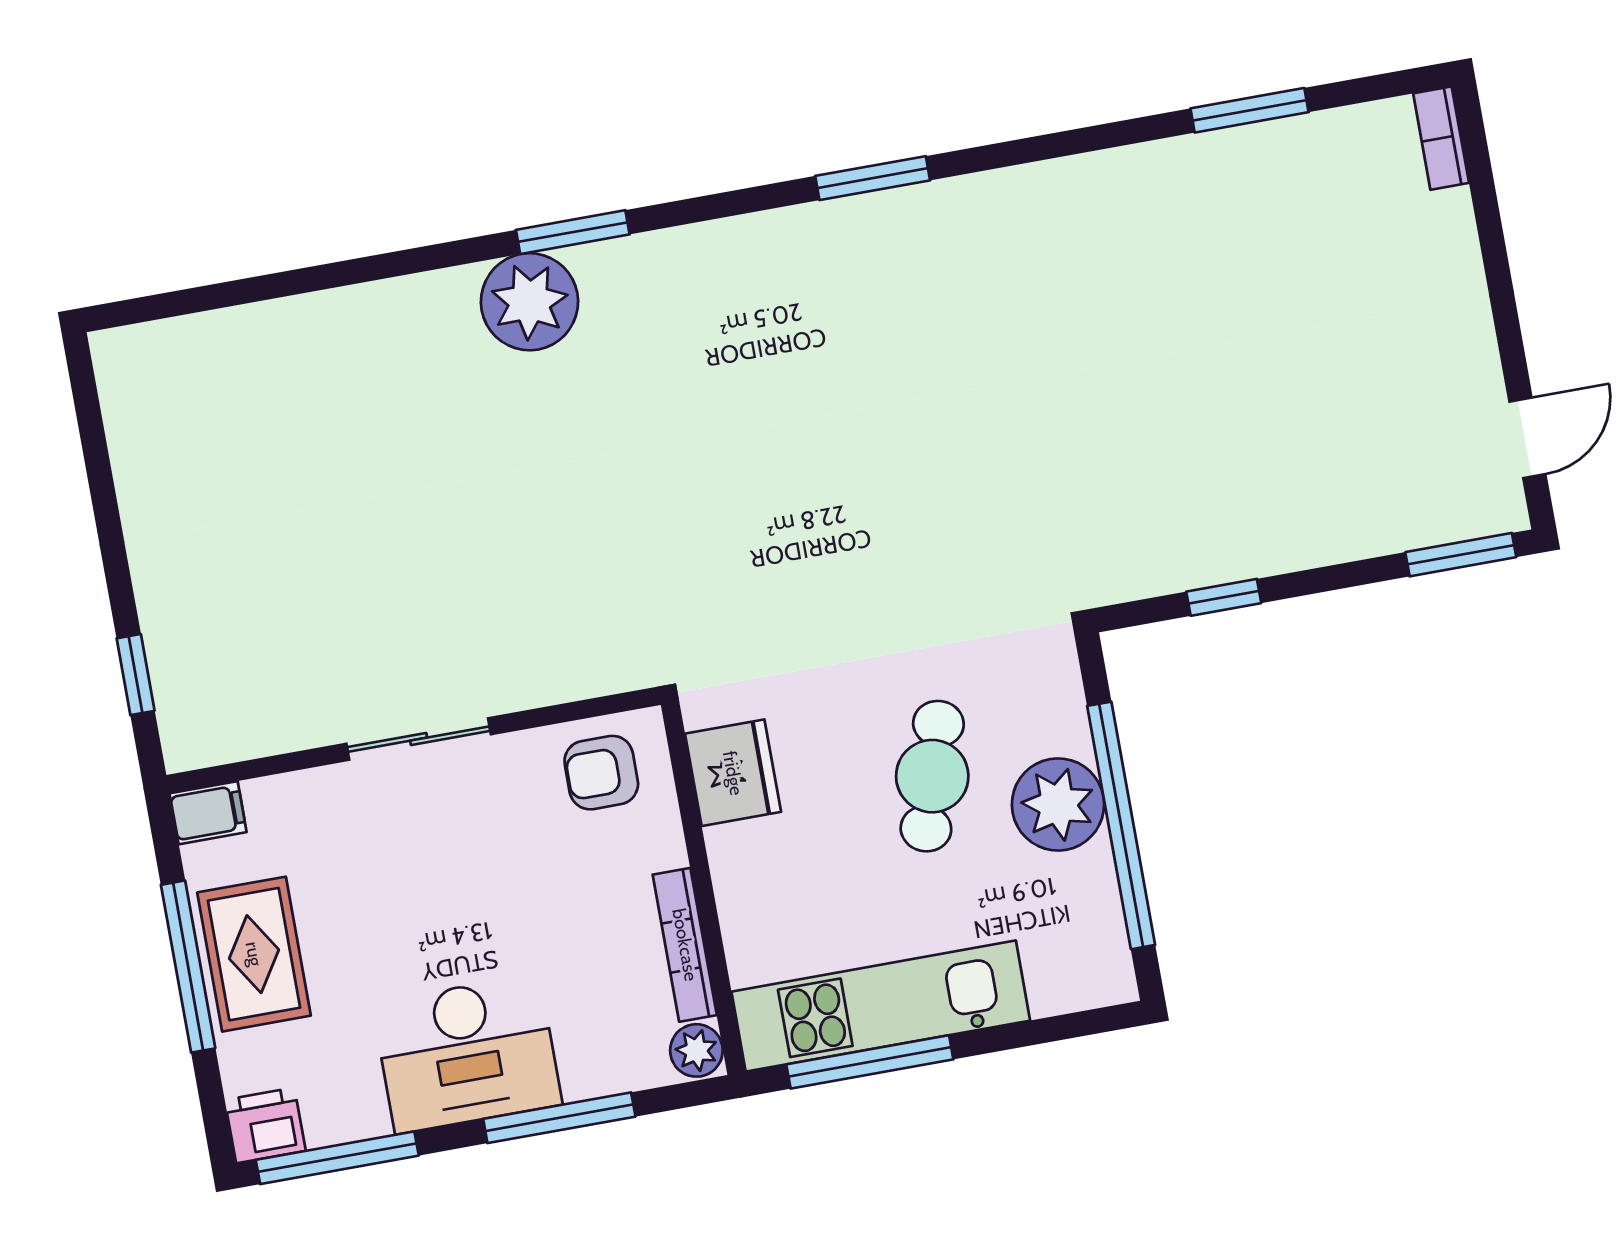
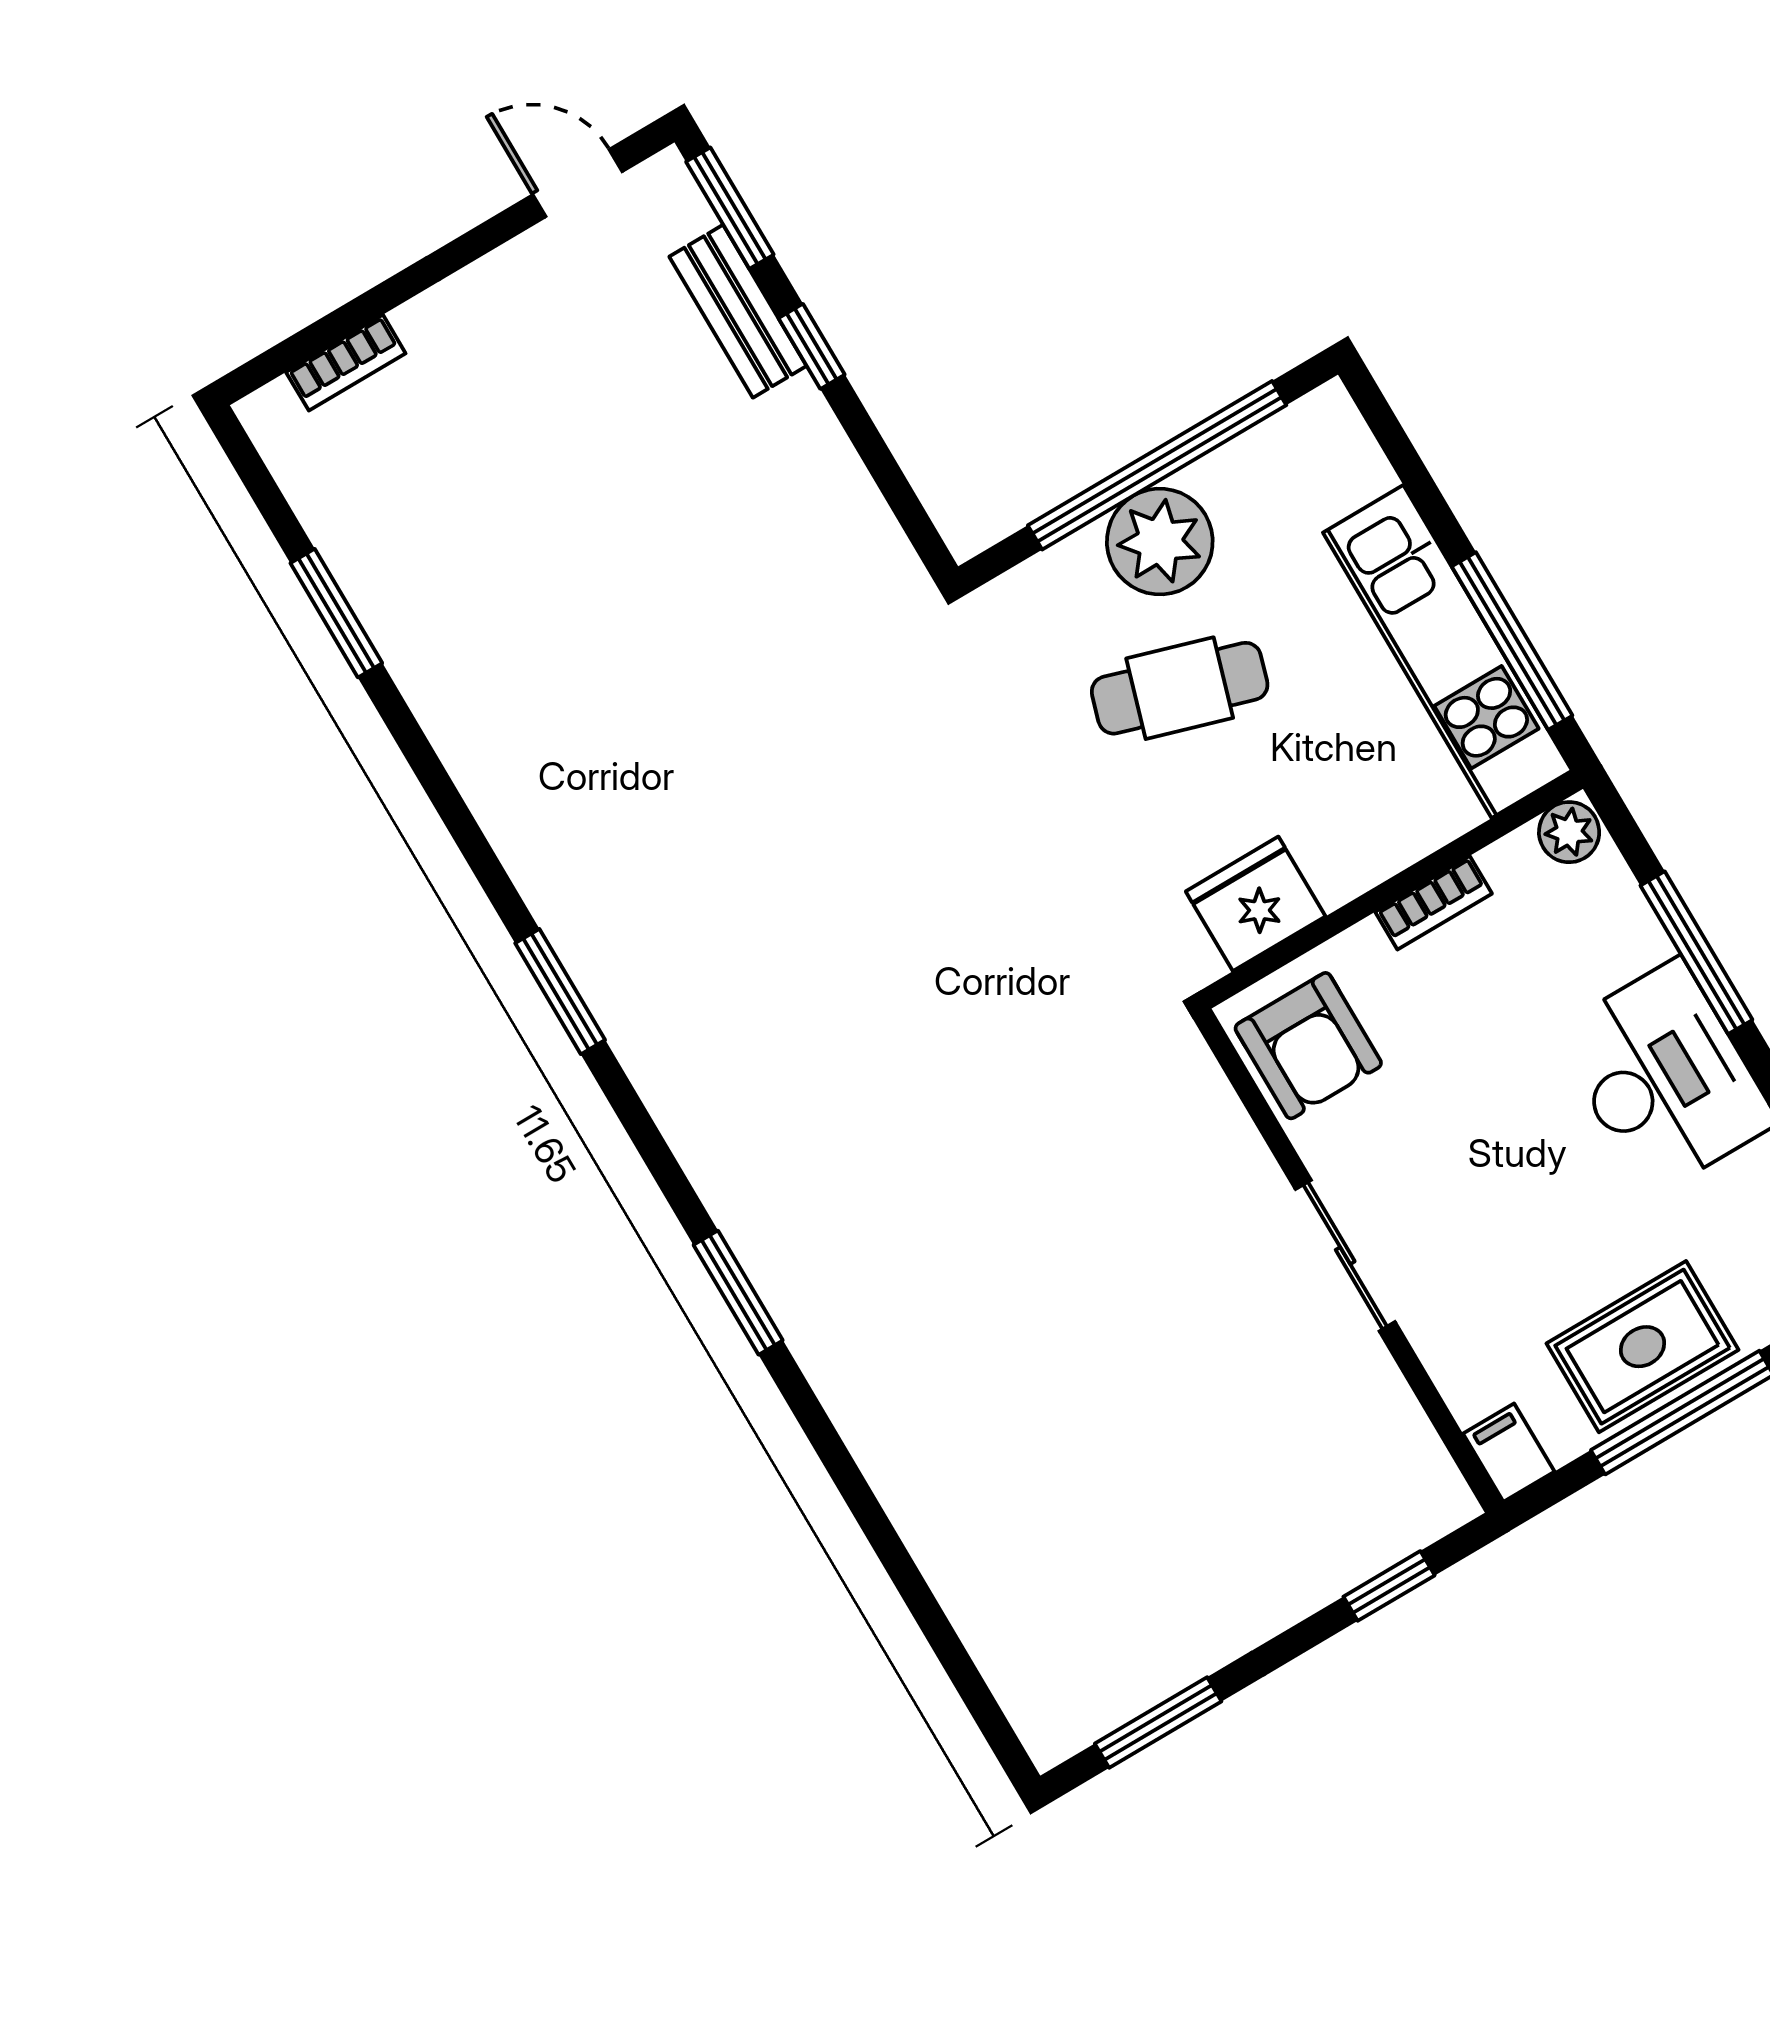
bookcase: (1441, 138) -> (346, 363), moved
plant: (530, 302) -> (830, 1311), removed
window: (94, 444) -> (1158, 1723), added
bench: (1374, 530) -> (738, 311), added
window: (1224, 597) -> (812, 346), moved
armchair: (601, 773) -> (1308, 1046), width x1.38, depth x1.38
bookcase: (685, 945) -> (1434, 903), width x0.64

